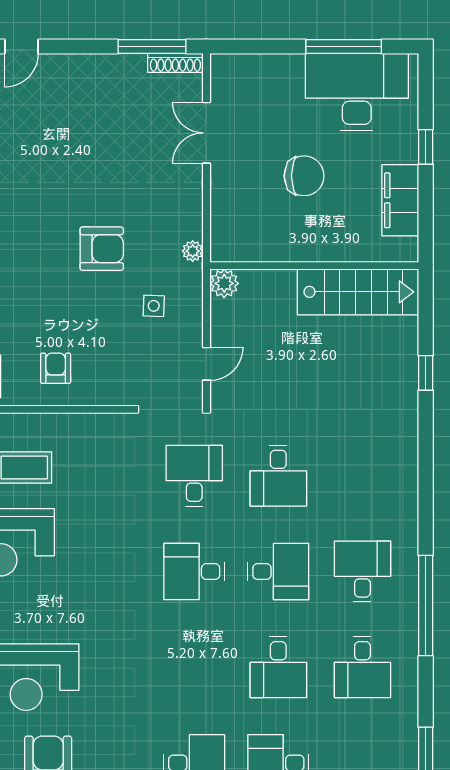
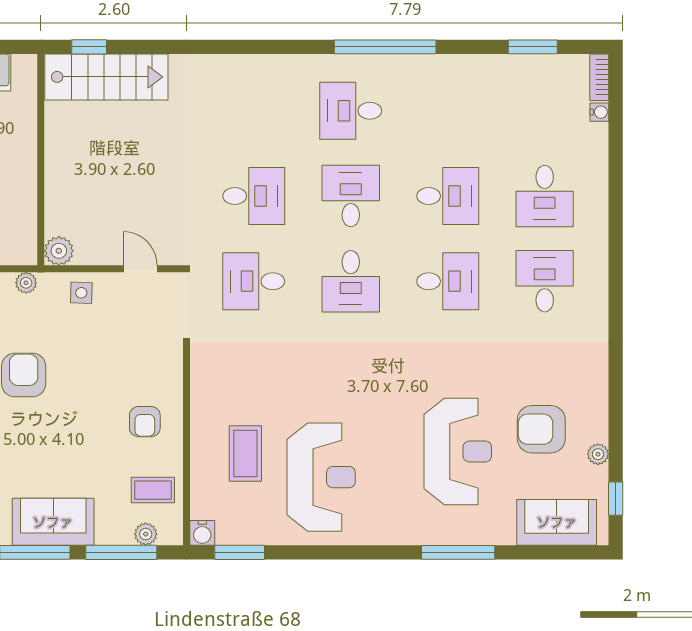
stairs: (358, 292) -> (106, 77), moved, turned 90
side table: (154, 306) -> (81, 293), moved
armchair: (56, 368) -> (145, 422), turned -90
window: (426, 373) -> (89, 47), moved
desk: (362, 667) -> (448, 281), moved

